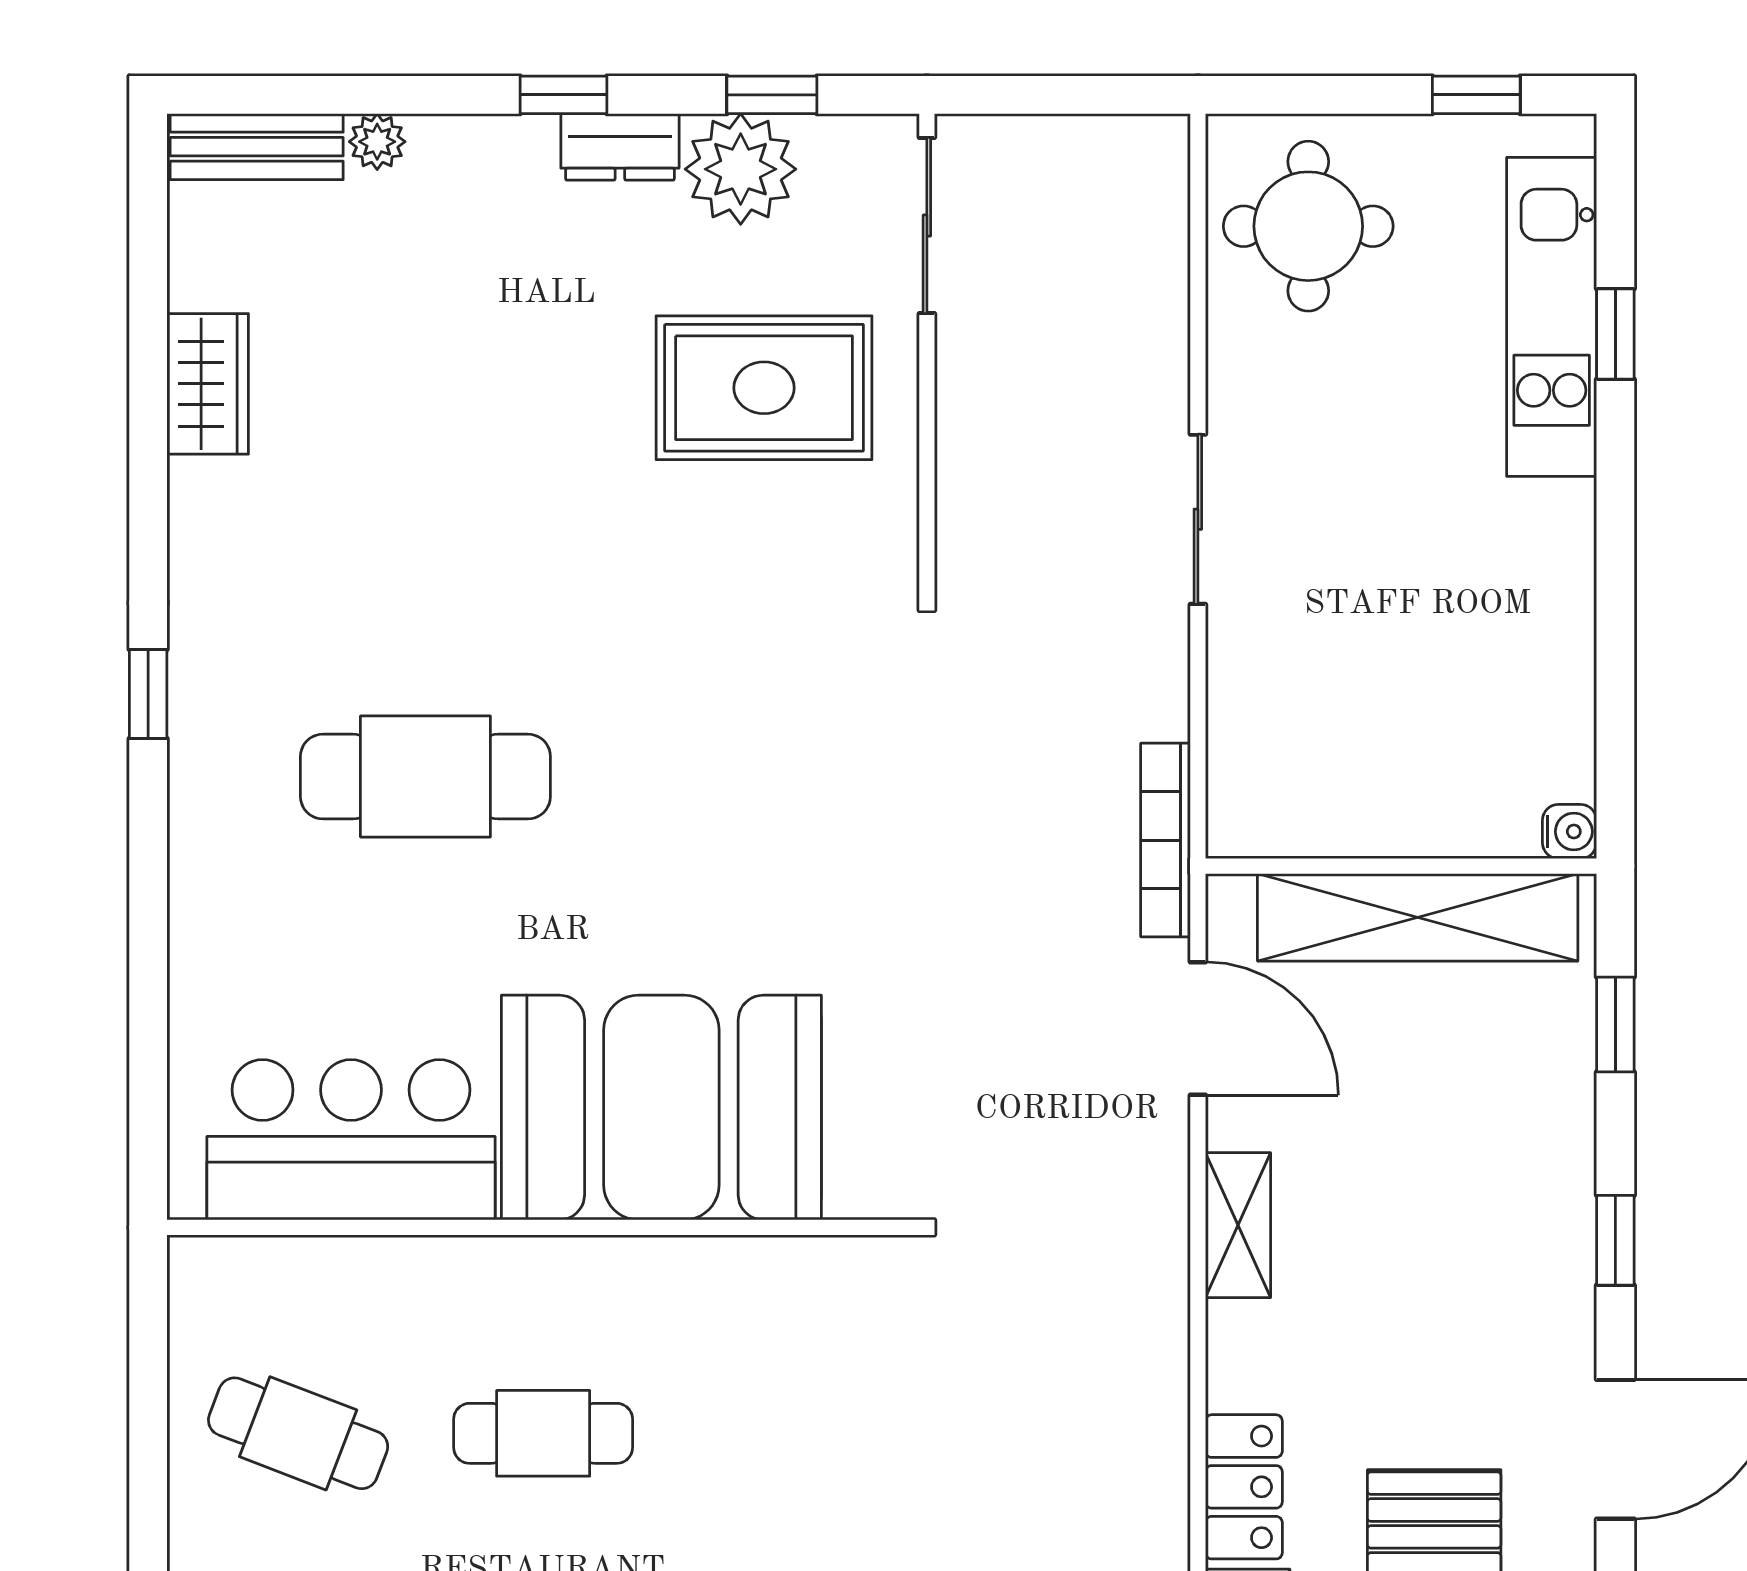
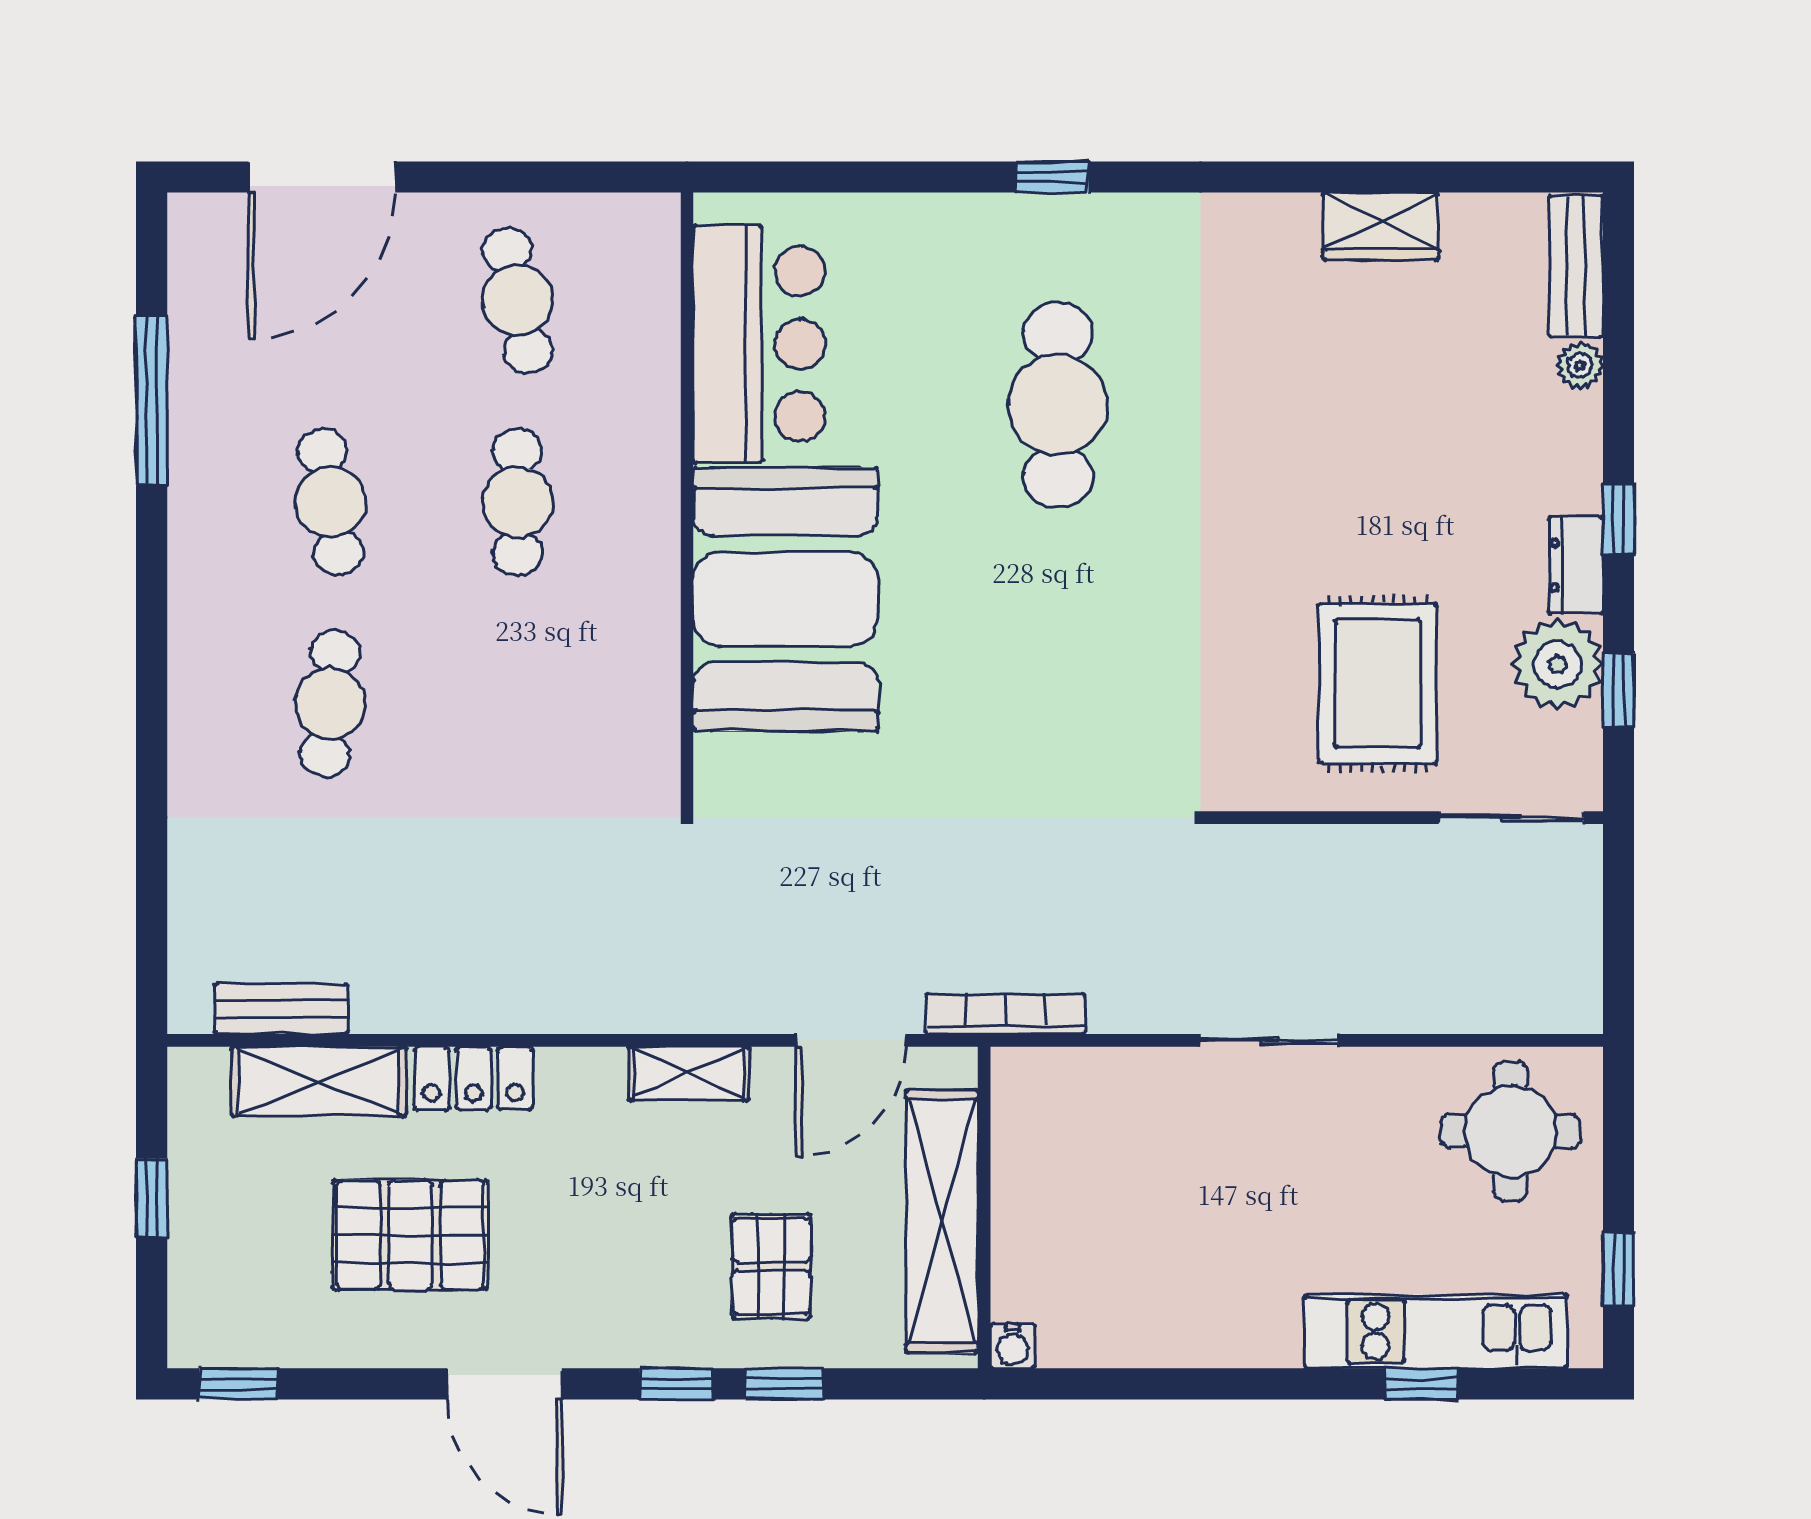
window: (148, 694) -> (1052, 177), moved
window: (1615, 1024) -> (784, 1384), moved
pallet: (1472, 1125) -> (771, 1266), added
cafe table: (298, 1433) -> (518, 300), turned -33

